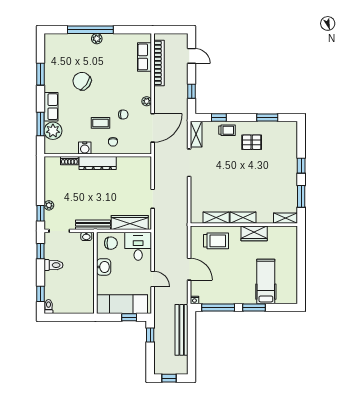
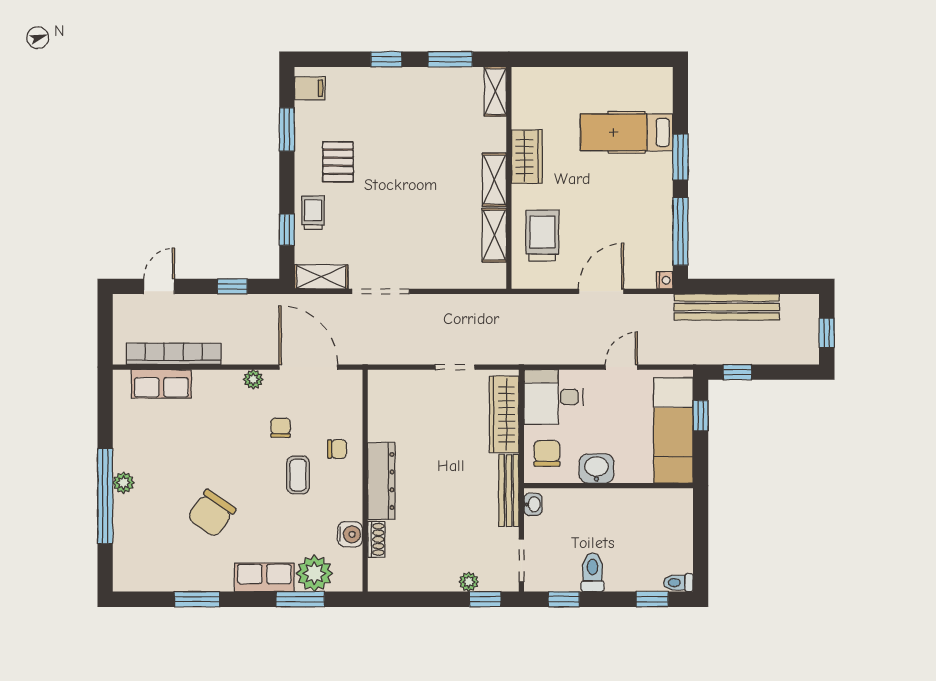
filing cabinet: (287, 129) -> (310, 88), added
water cooler: (85, 148) -> (350, 534), moved

